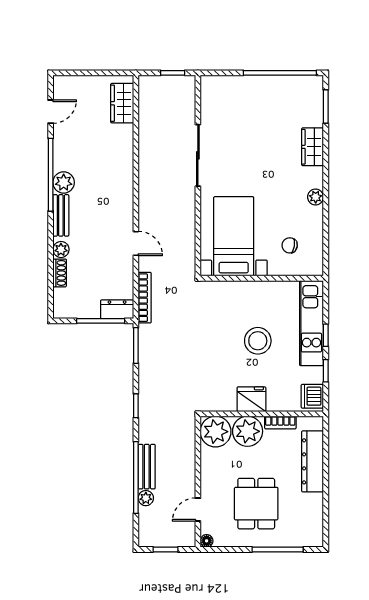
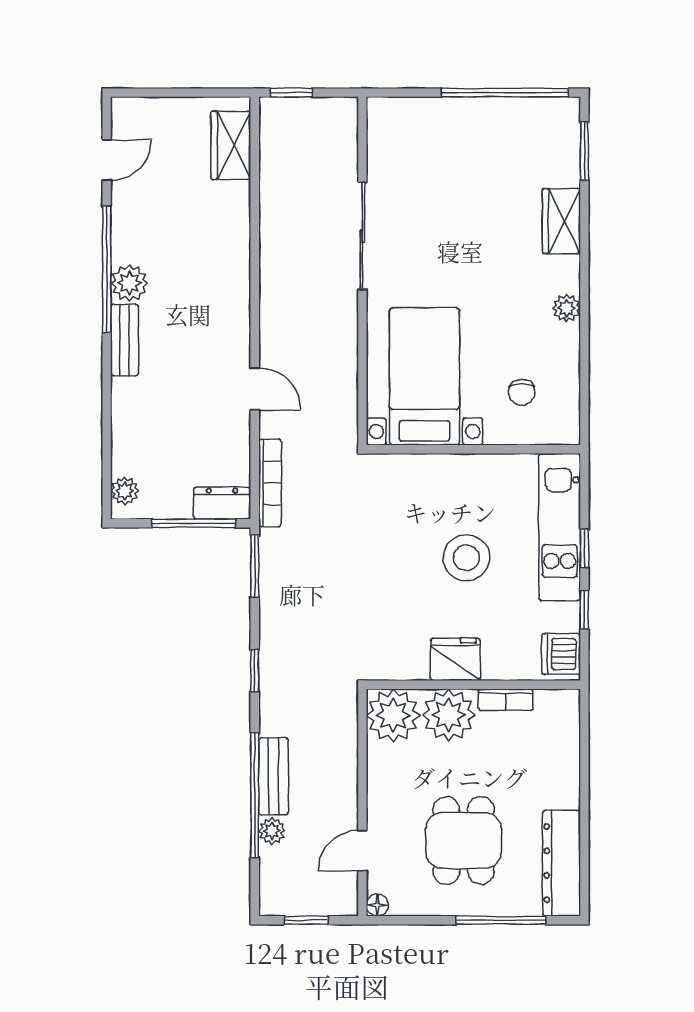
window: (173, 73) -> (291, 93), moved
chair: (290, 245) -> (522, 392), turned -100
plant: (61, 249) -> (125, 491), moved
shoe rack: (60, 273) -> (122, 440), removed
dresser: (313, 461) -> (561, 863), moved

